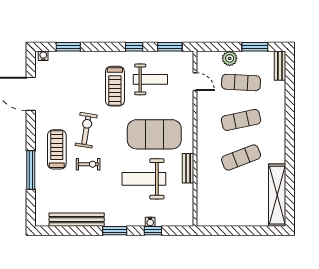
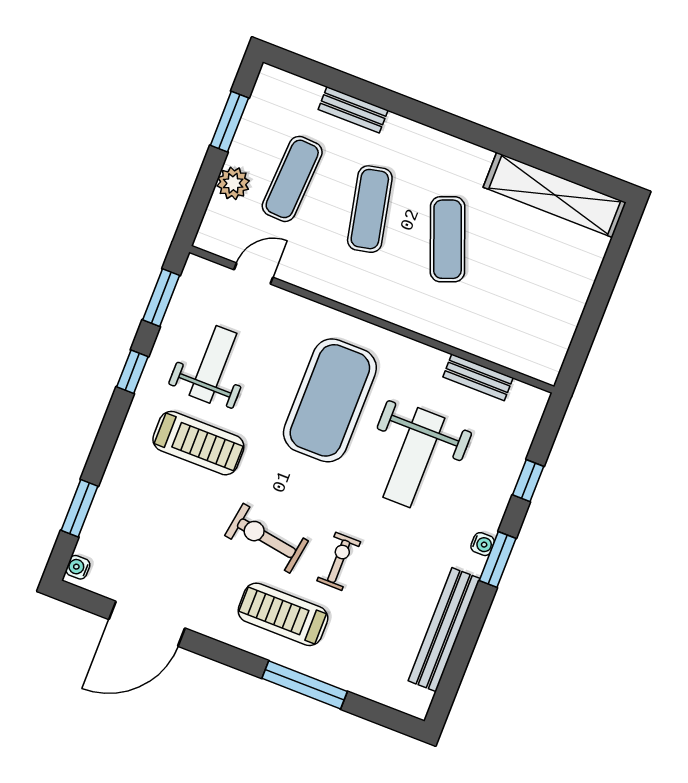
bench: (280, 66) -> (353, 110), moved
bench: (188, 168) -> (478, 377), moved
water cooler: (150, 222) -> (483, 544), moved

